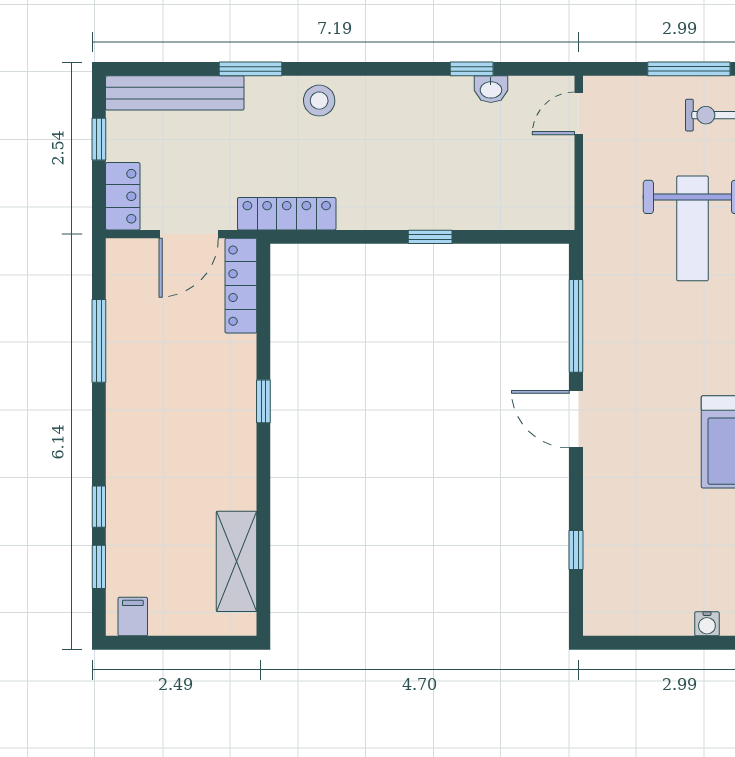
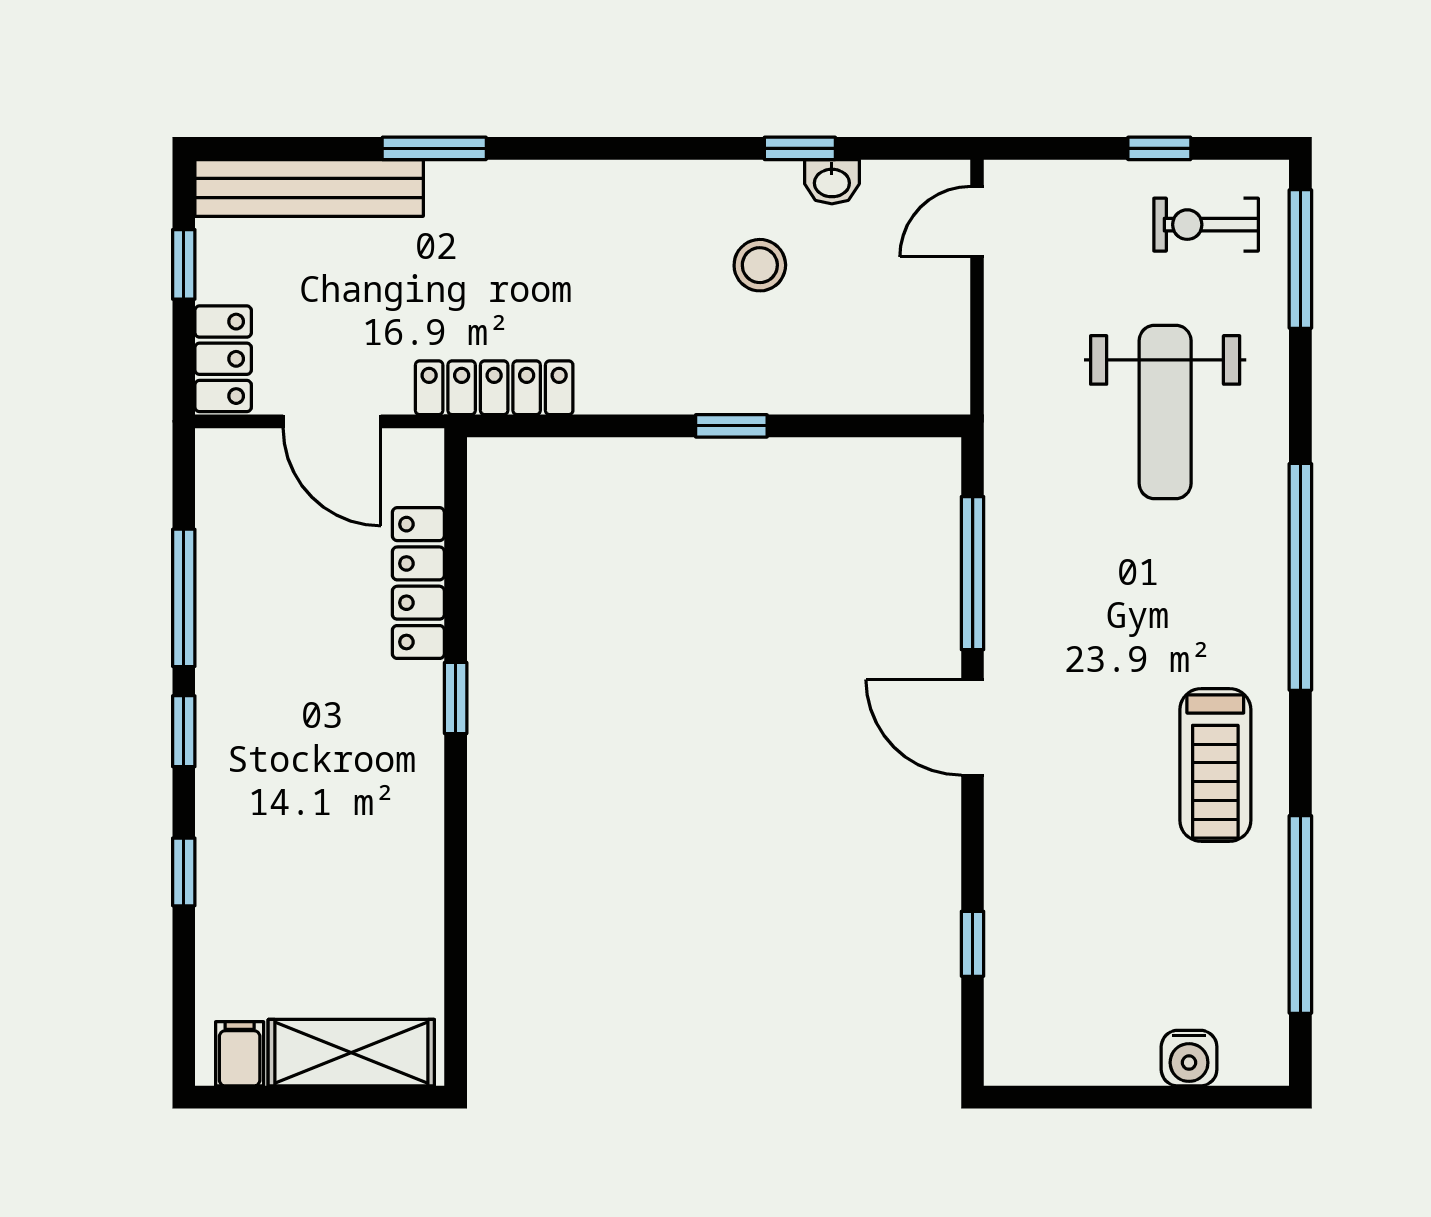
window: (689, 69) -> (1159, 148), width x0.46
stool: (319, 101) -> (760, 265), moved
door: (189, 234) -> (332, 421), hinge flipped
locker: (241, 286) -> (418, 583), moved
shelving: (237, 561) -> (351, 1053), moved, turned 90
window: (99, 567) -> (184, 731), moved
water cooler: (707, 624) -> (1189, 1058), width x1.38, depth x1.38

